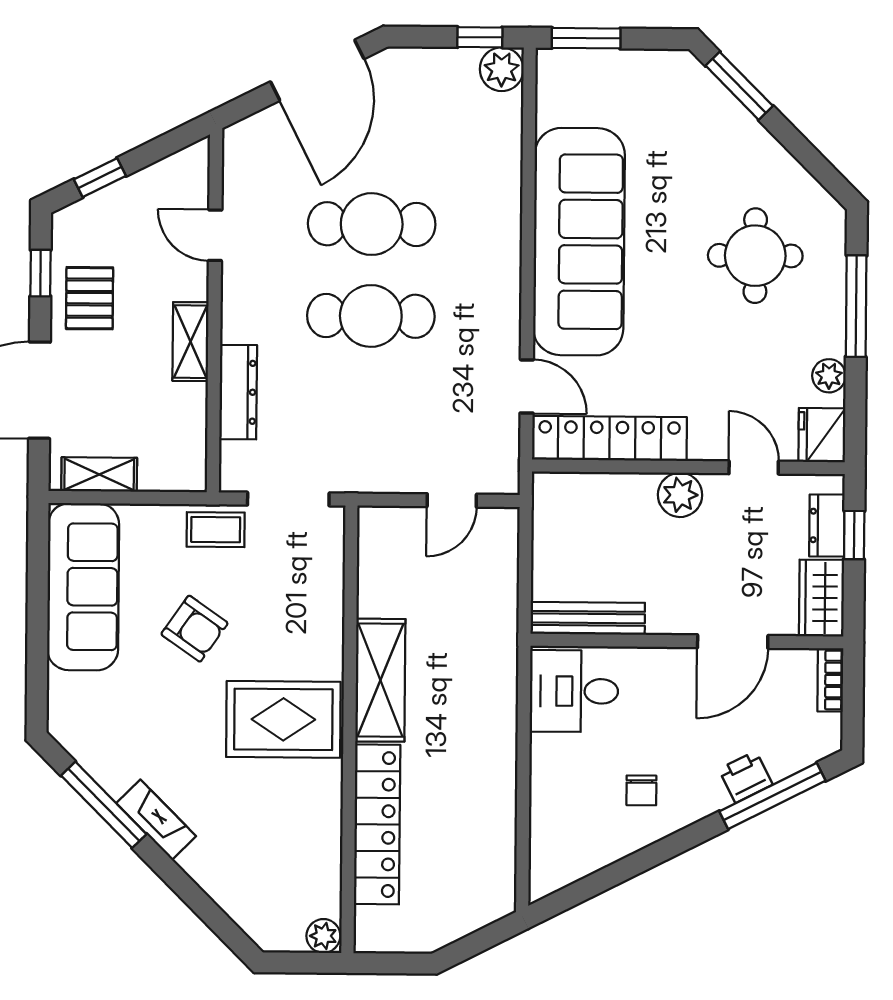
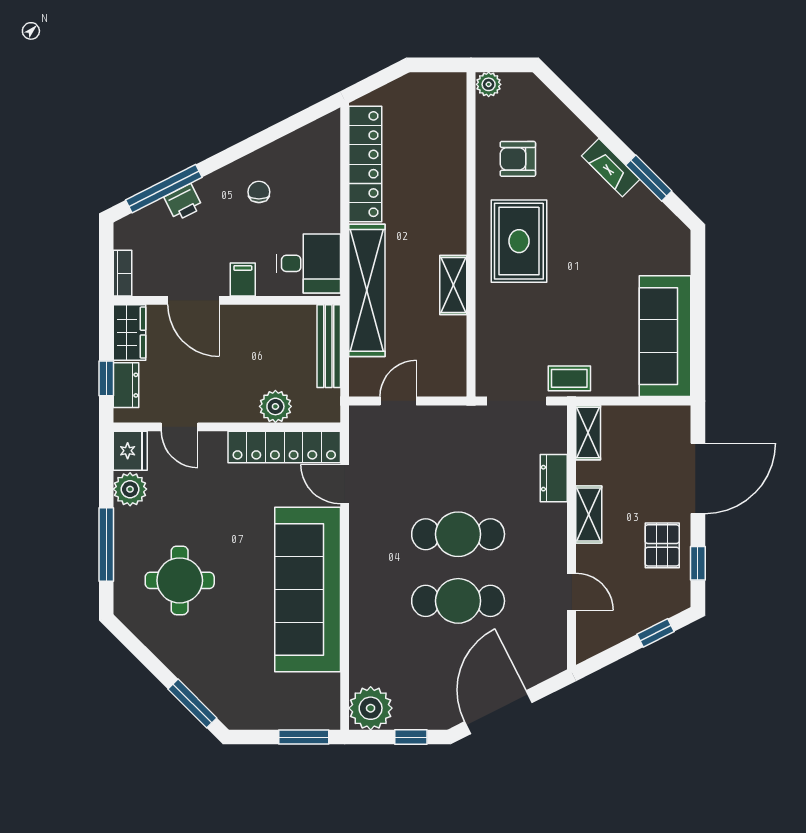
window: (480, 37) -> (411, 737), moved
plant: (502, 69) -> (371, 708), width x1.36, depth x1.36
plant: (829, 376) -> (130, 489), width x1.38, depth x1.38
dresser: (238, 392) -> (554, 478), width x0.70
shelving: (99, 474) -> (588, 433), moved, turned 90
plant: (680, 495) -> (275, 406), moved
bench: (588, 618) -> (329, 346), moved, turned 90
armchair: (194, 629) -> (518, 159), moved, turned -35
door: (733, 642) -> (194, 300), swing flipped
shelving: (494, 653) -> (367, 290), added
filing cabinet: (665, 670) -> (243, 280), added
shelving: (380, 680) -> (453, 285), width x0.67, depth x0.75
rug: (283, 719) -> (519, 241), turned 90
window: (104, 805) -> (649, 178), width x0.69
locker: (377, 824) -> (365, 164), moved, turned 180

